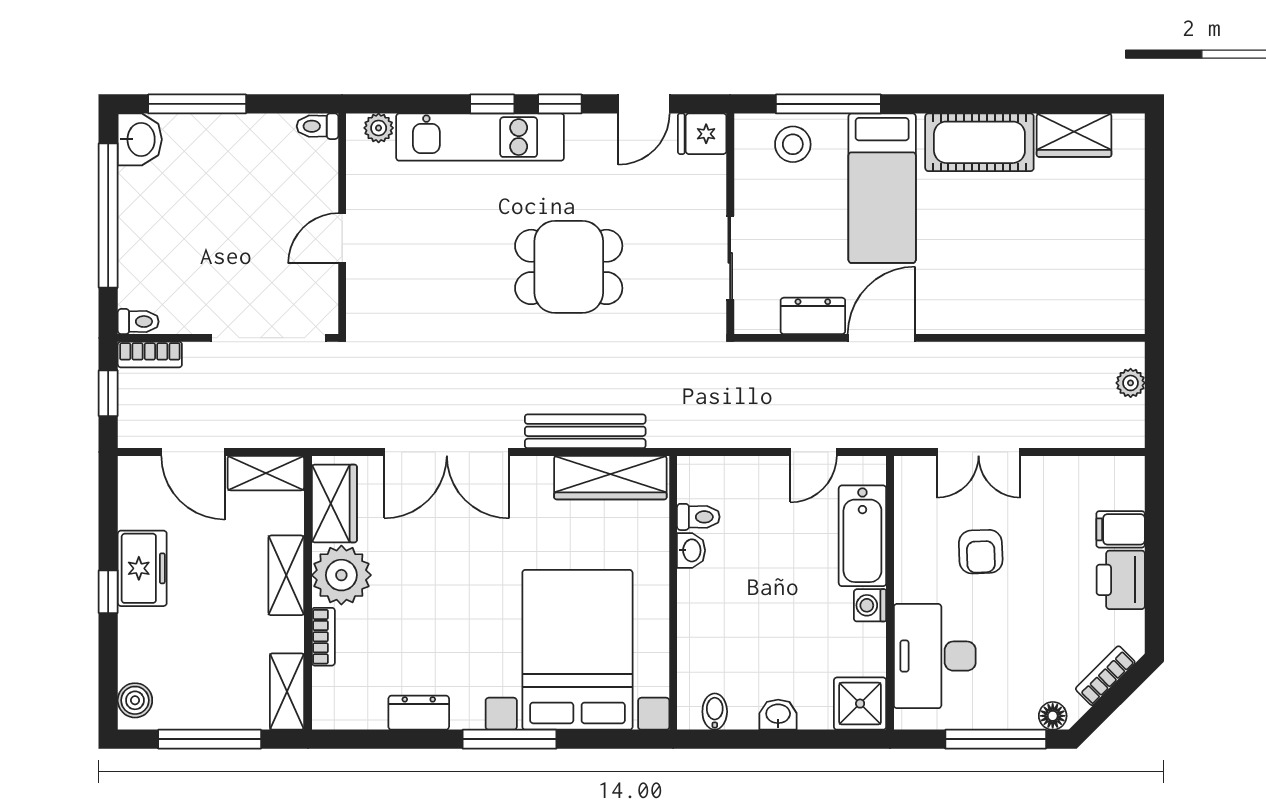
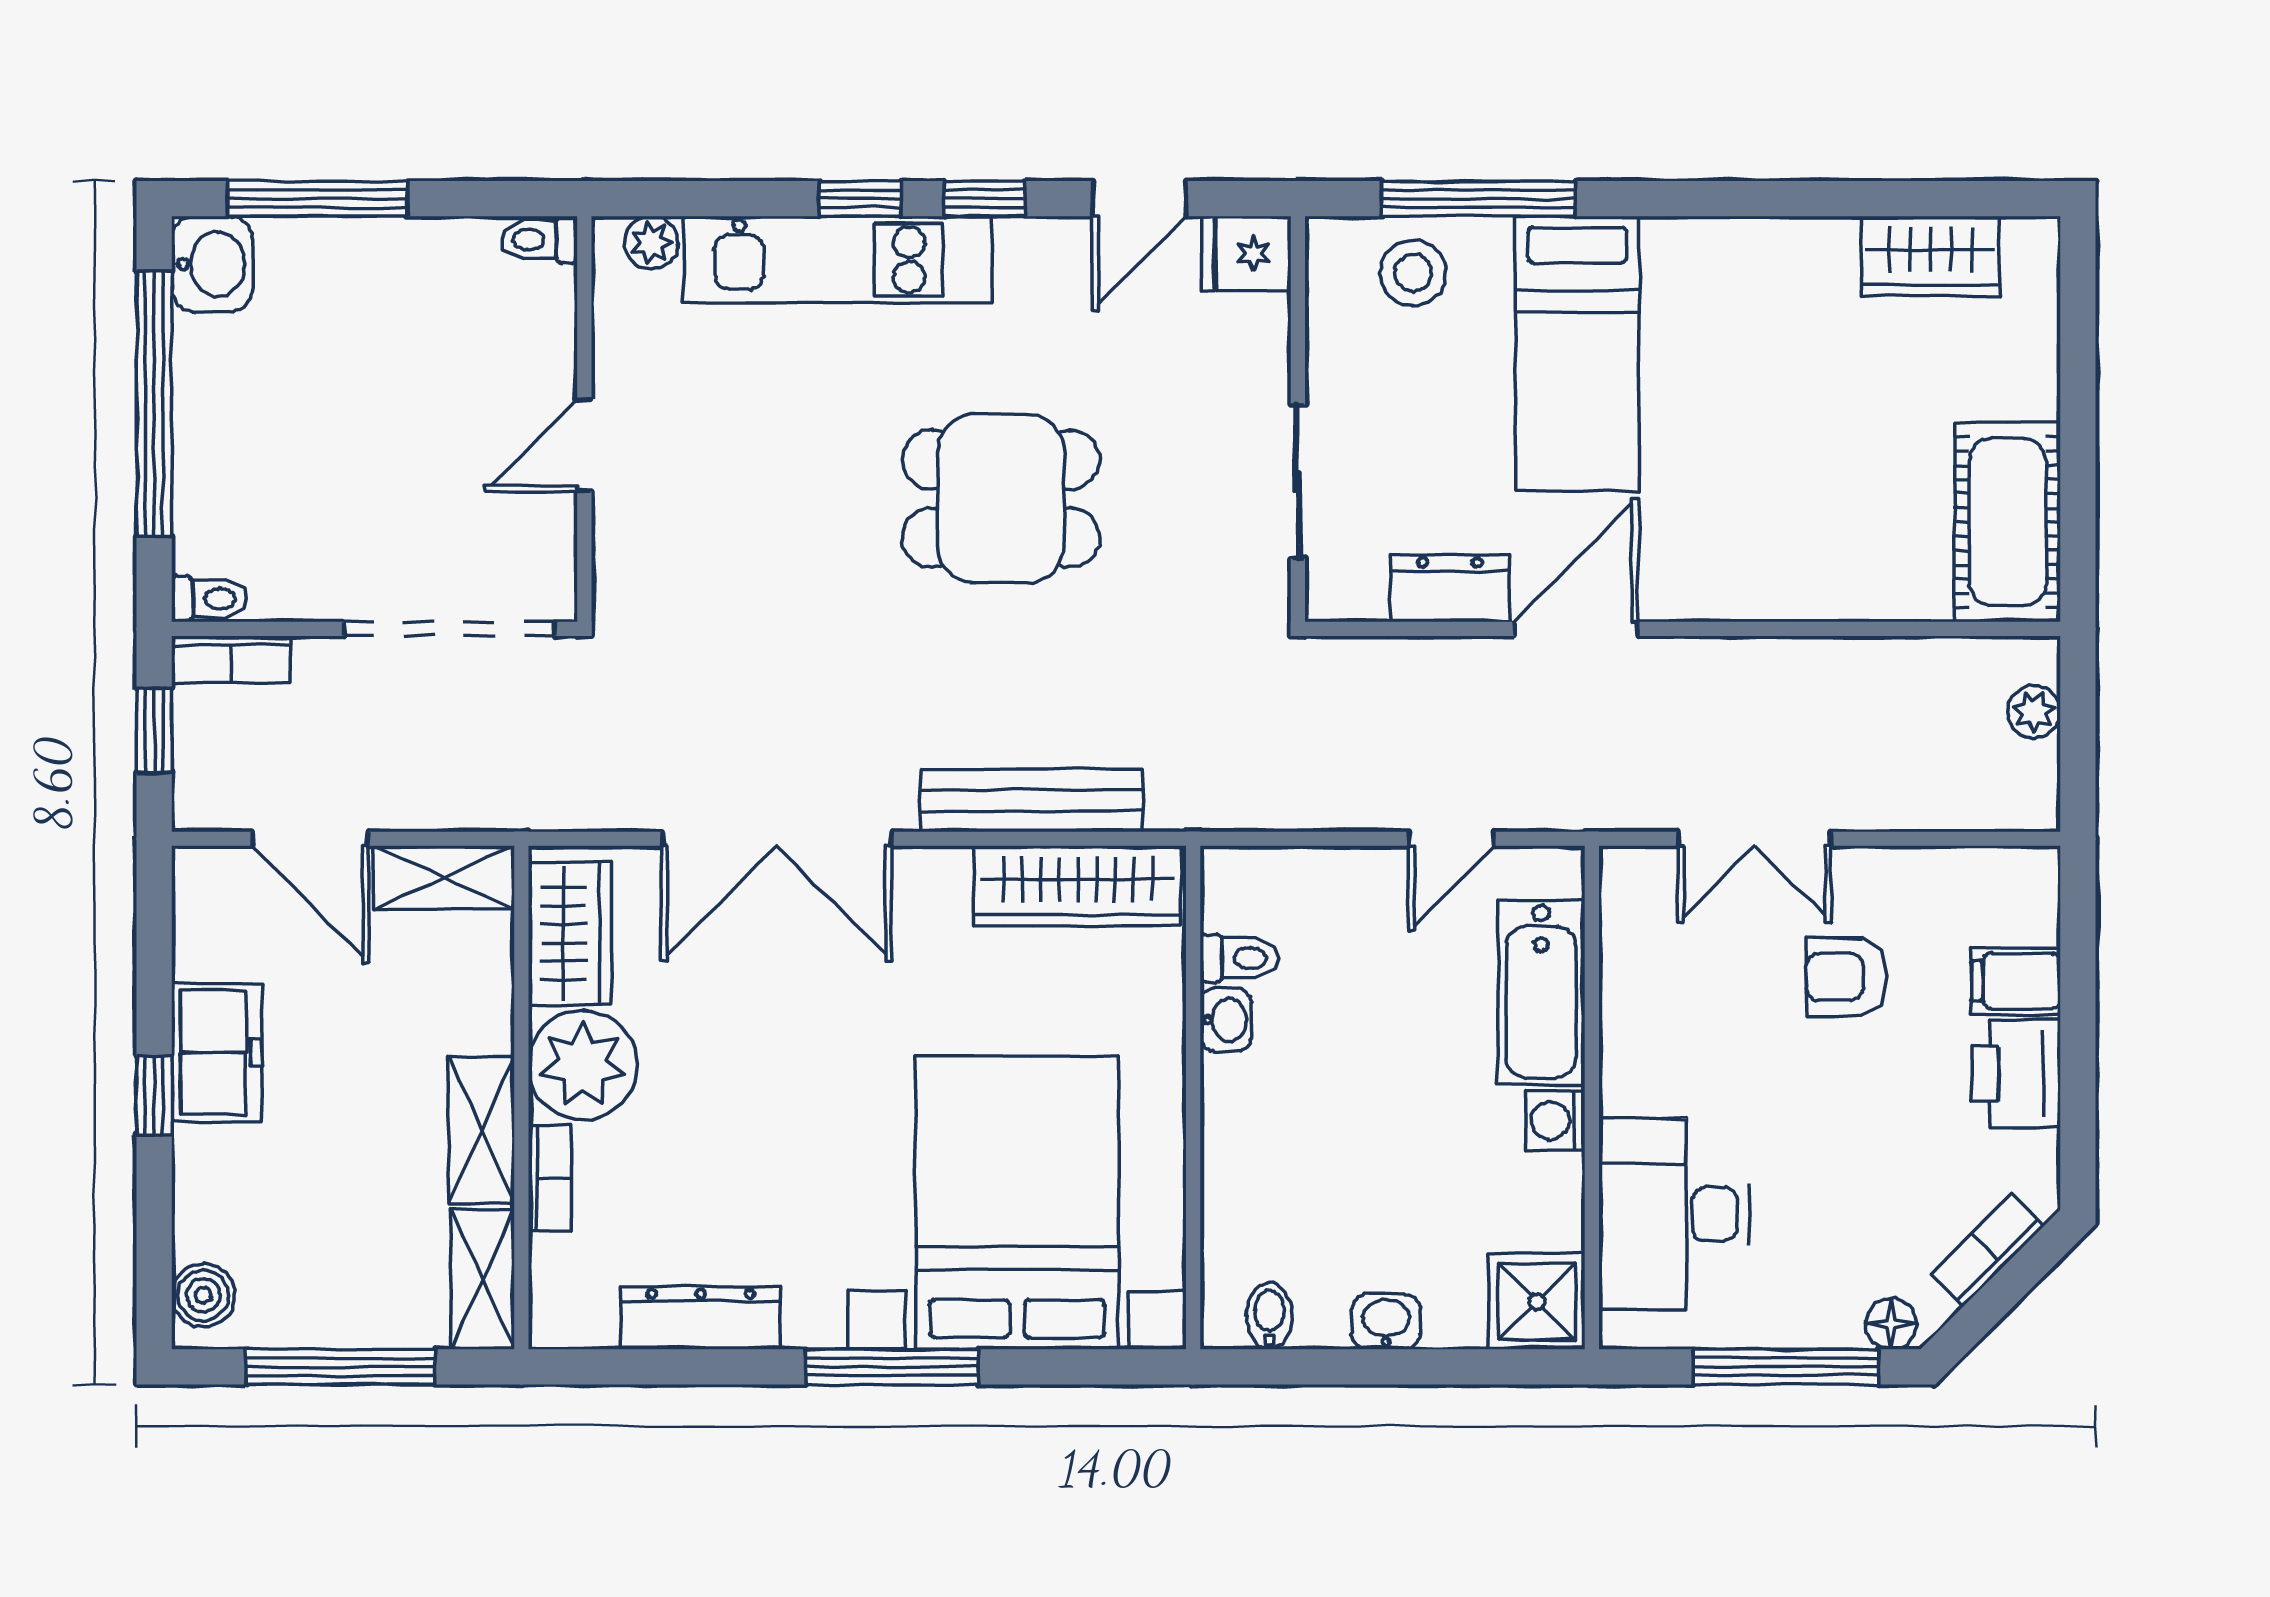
cot: (979, 142) -> (2007, 522), moved, turned 90
armchair: (981, 552) -> (1846, 977), moved, turned 92
shelving: (286, 575) -> (481, 1130), moved
dresser: (419, 713) -> (701, 1318), width x1.44

